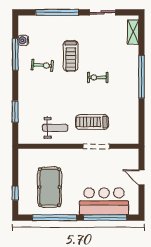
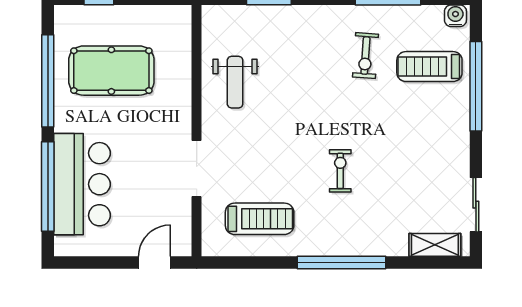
sliding door: (103, 12) -> (476, 205), moved
water cooler: (23, 40) -> (455, 16), moved
treadmill: (71, 56) -> (429, 67), moved
treadmill: (92, 122) -> (260, 219), moved, turned 90
door: (142, 177) -> (154, 263), moved

